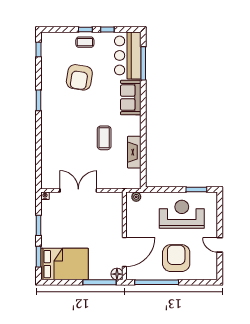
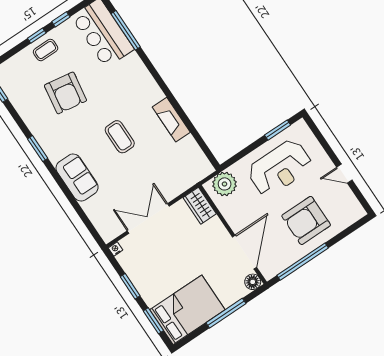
sofa: (131, 98) -> (77, 178), moved, turned 180
coffee table: (104, 138) -> (120, 137), moved
fireplace: (134, 152) -> (171, 120), moved
plant: (136, 197) -> (225, 184), width x1.88, depth x1.88
wardrobe: (116, 204) -> (200, 206), added
reception desk: (182, 214) -> (280, 168), turned 180
armchair: (176, 258) -> (306, 220), turned -90
window: (100, 282) -> (226, 313), moved

